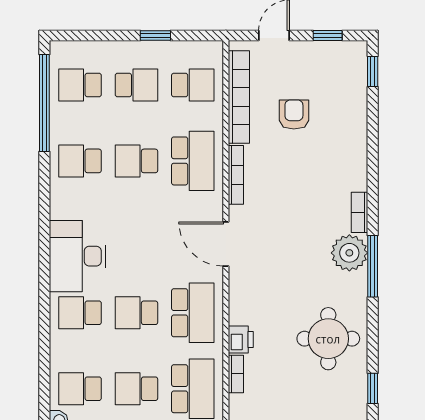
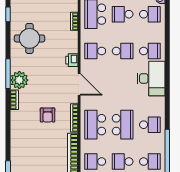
armchair: (294, 115) -> (48, 115), moved
school desk: (136, 161) -> (123, 125), width x1.85
school desk: (193, 313) -> (95, 51), width x0.54
printer: (241, 340) -> (72, 60), moved
school desk: (136, 389) -> (123, 14), turned 180

